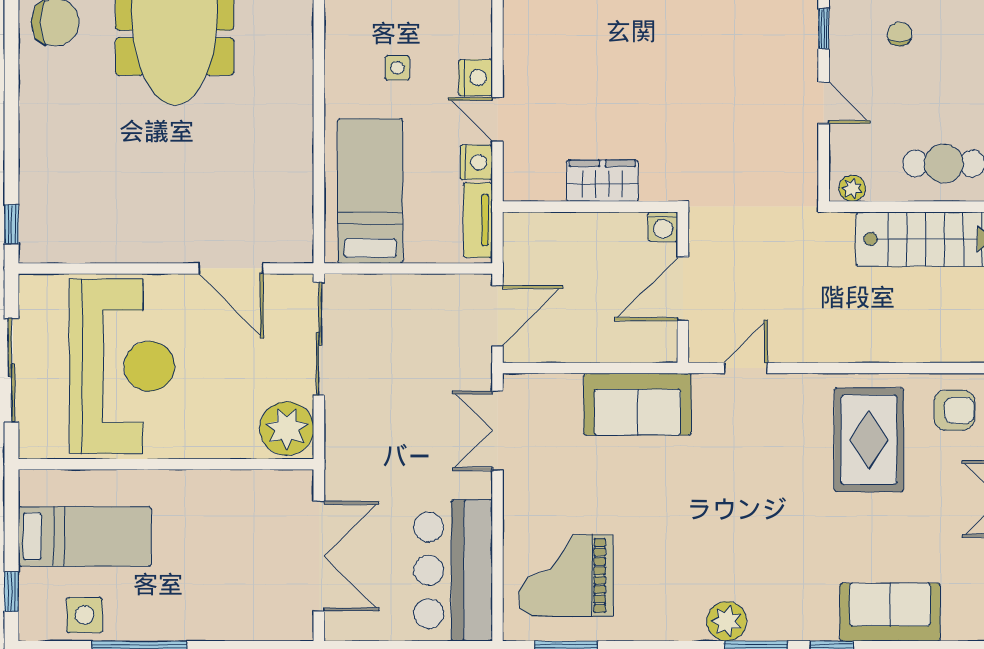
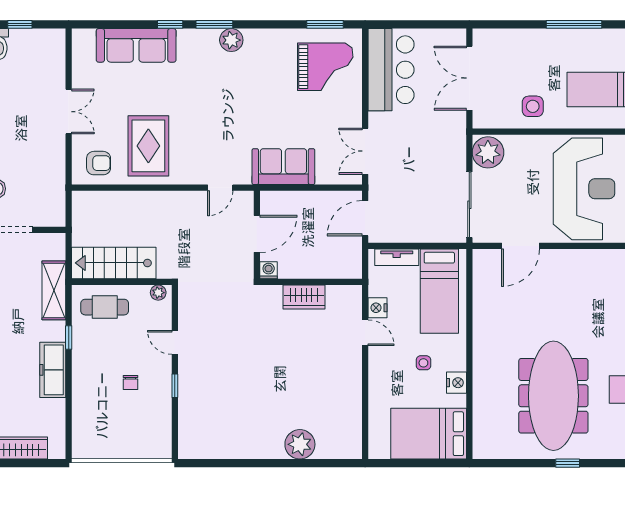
nightstand: (475, 78) -> (456, 383), moved, turned 180
tv unit: (478, 220) -> (397, 257), moved, turned 90
door: (231, 268) -> (521, 246), swing flipped
reception desk: (122, 366) -> (584, 189), turned 180
armchair: (954, 410) -> (99, 163), turned 180
double door: (497, 431) -> (365, 151), swing flipped
sofa: (890, 612) -> (136, 45), width x1.36
side table: (85, 615) -> (533, 106), moved

